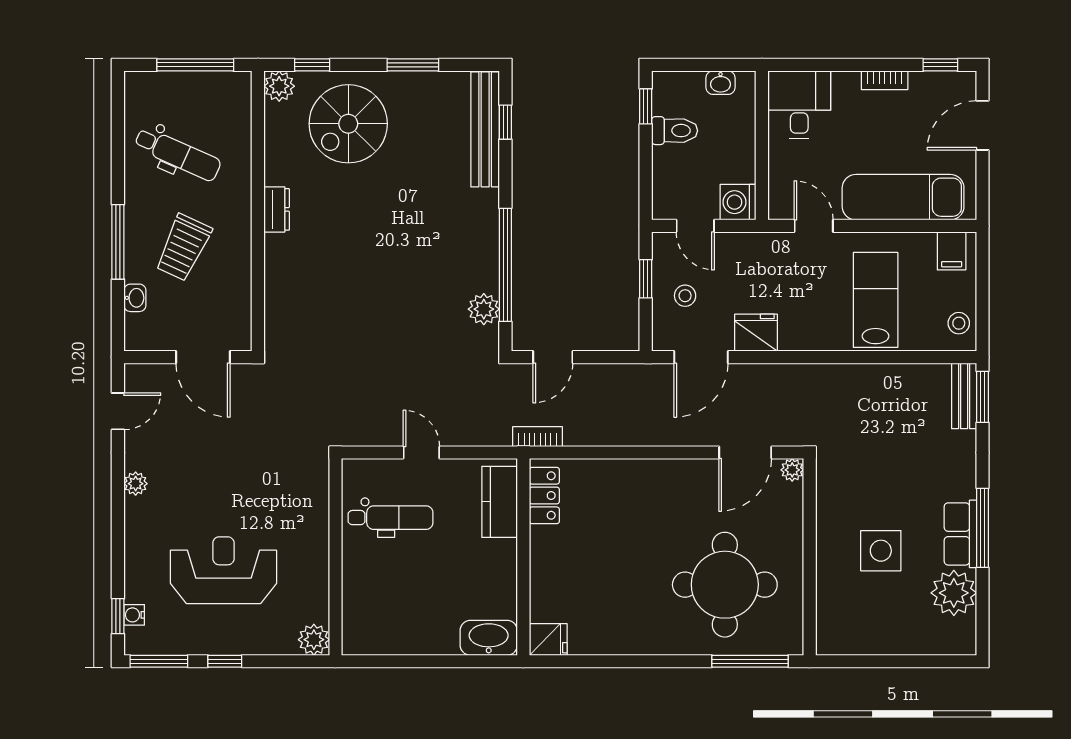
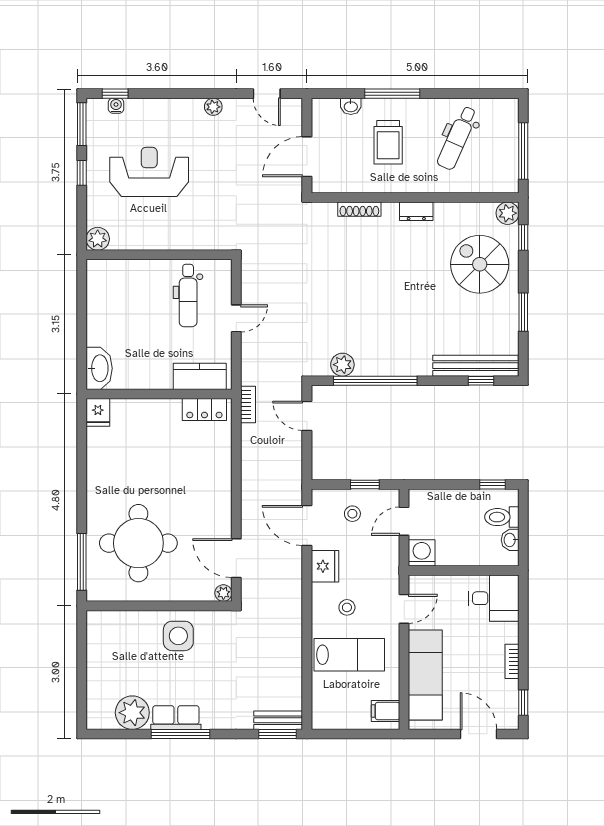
toilet: (675, 131) -> (502, 517), moved, turned 90
trolley: (183, 247) -> (388, 142), turned -115
shoe rack: (274, 286) -> (359, 209), added
stool: (959, 323) -> (347, 607), moved
side table: (881, 551) -> (178, 636), moved
reception desk: (223, 570) -> (149, 172), turned -90

